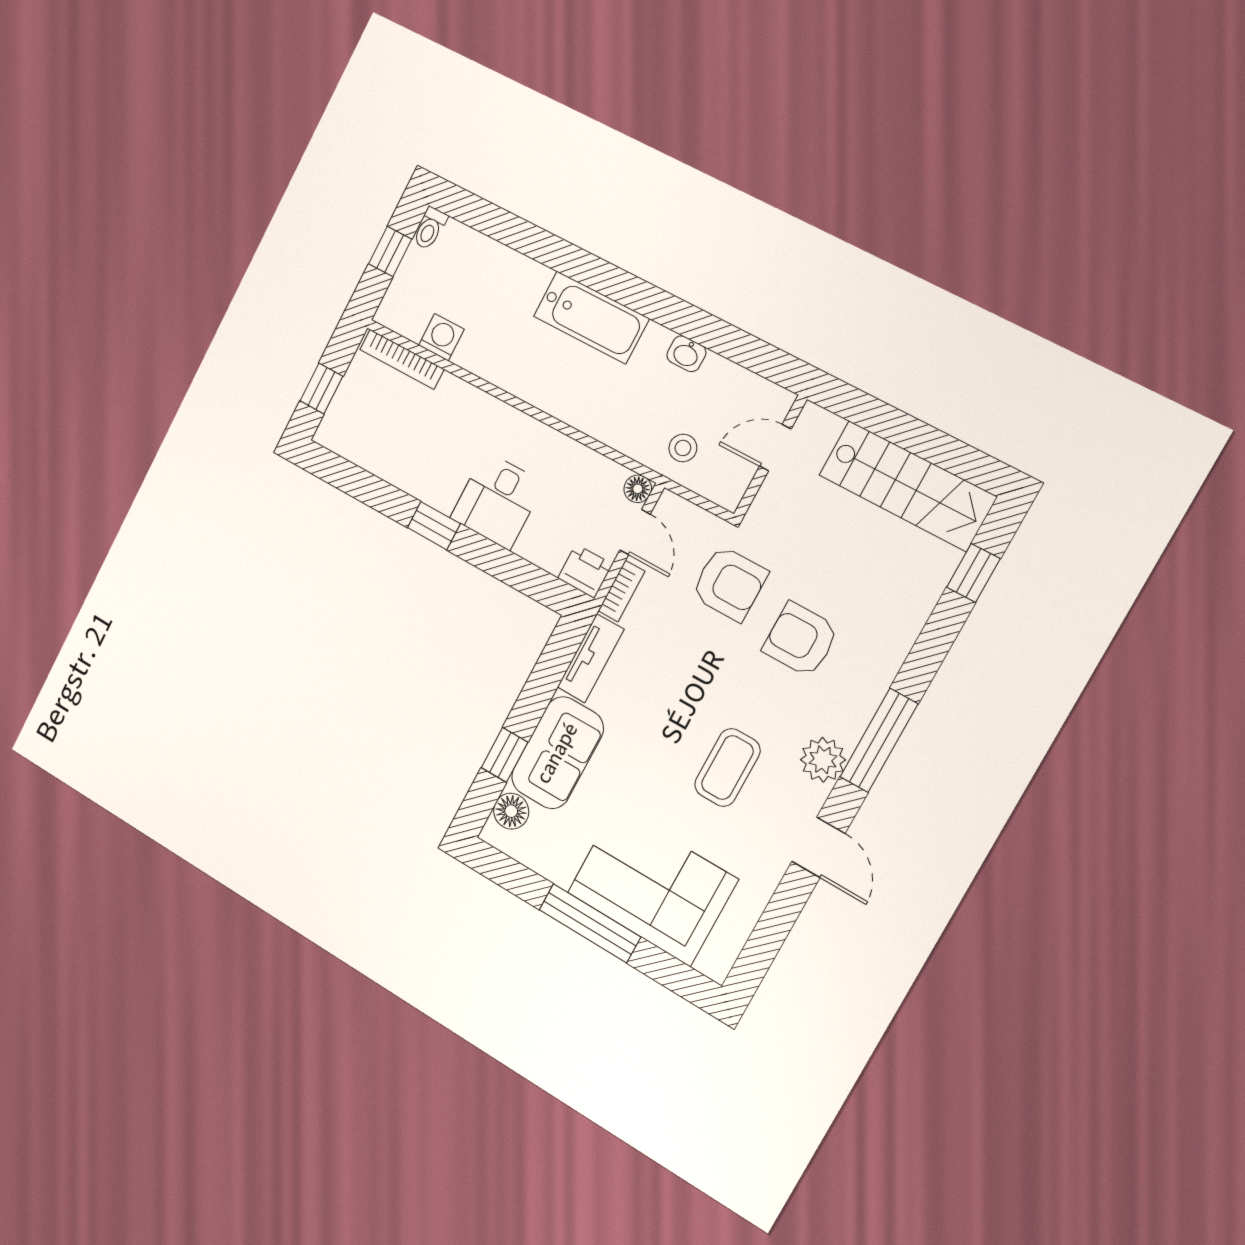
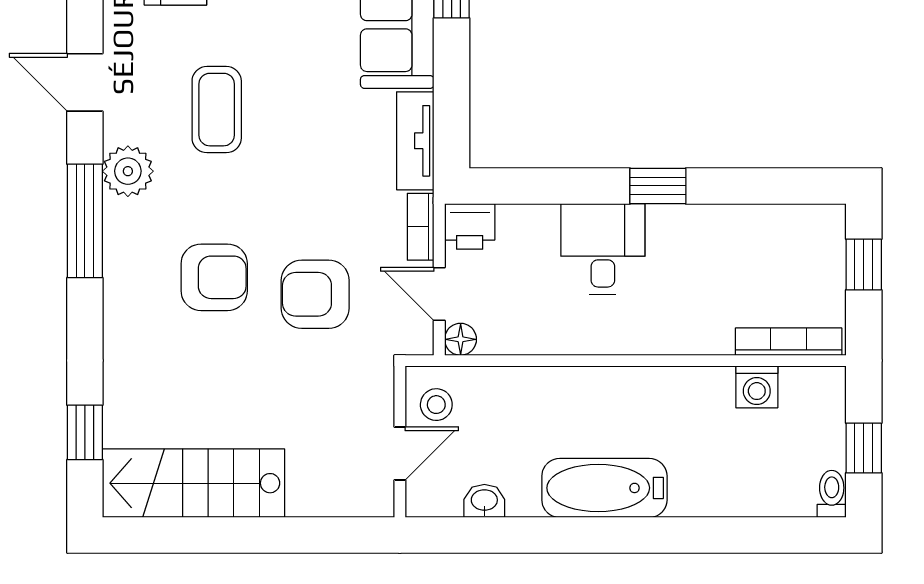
door: (775, 448) -> (400, 453), moved
wall: (770, 457) -> (400, 442), moved

